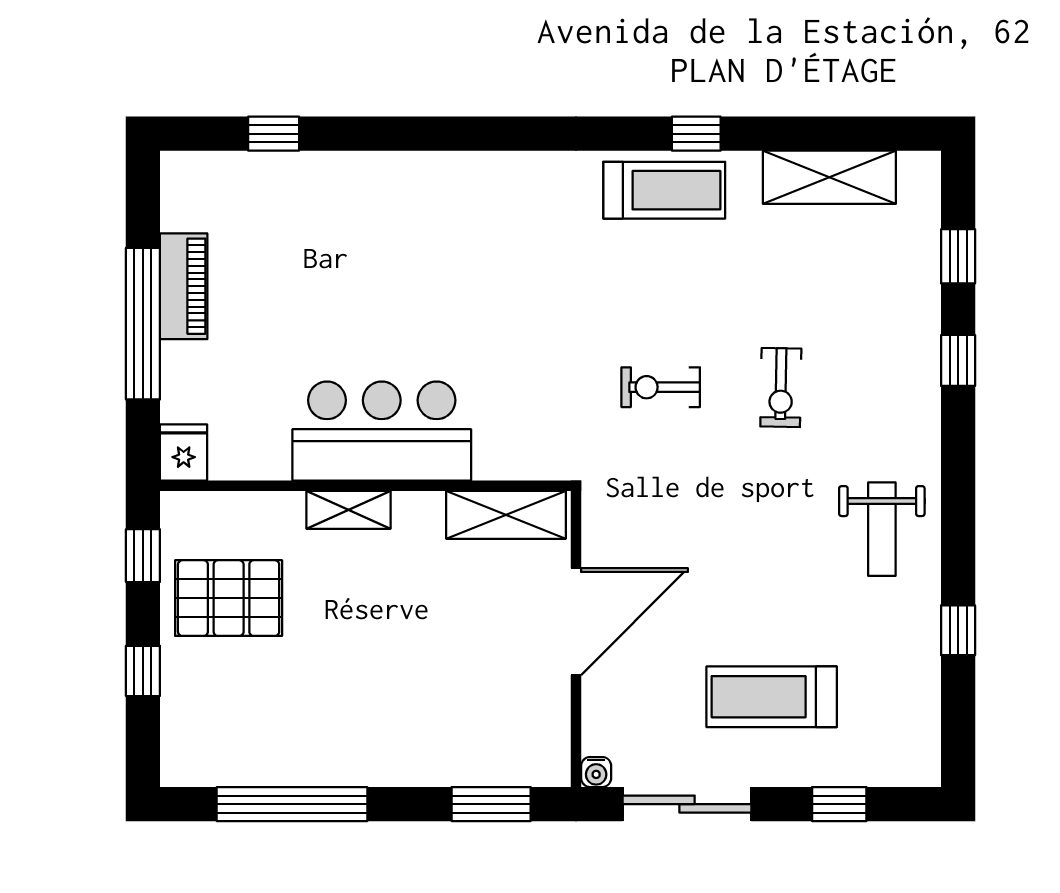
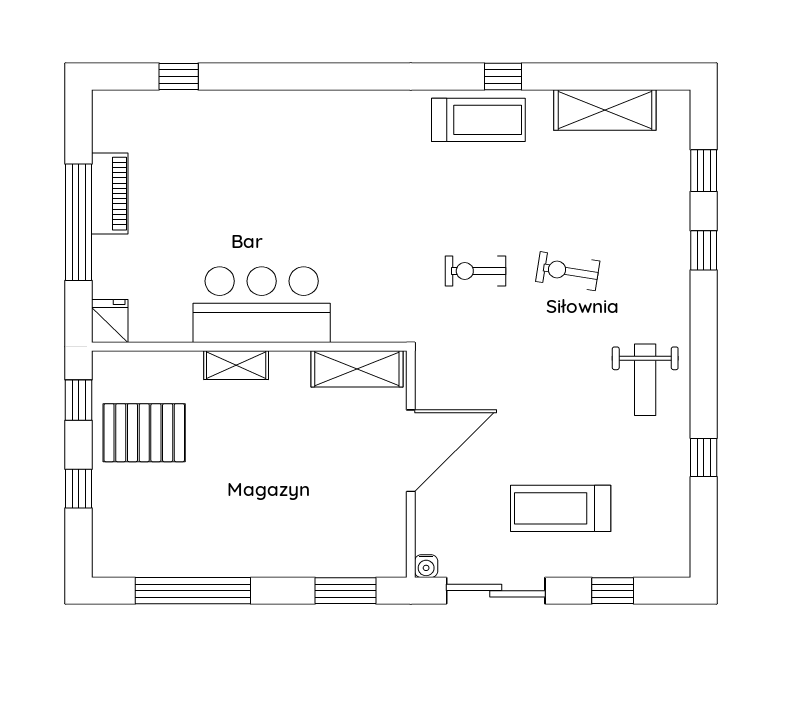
exercise bike: (781, 388) -> (568, 271), turned 98

